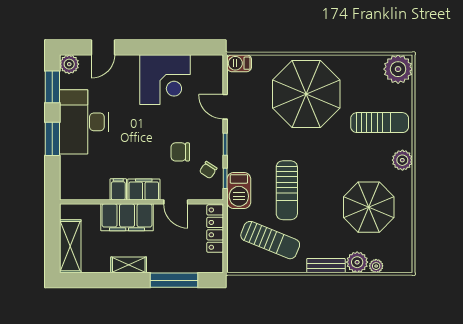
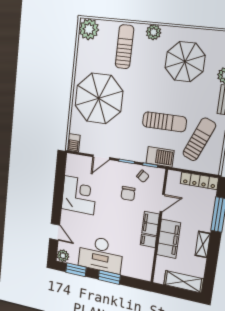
locker: (215, 229) -> (199, 181), moved

